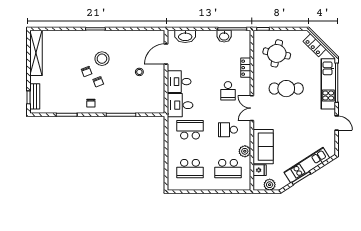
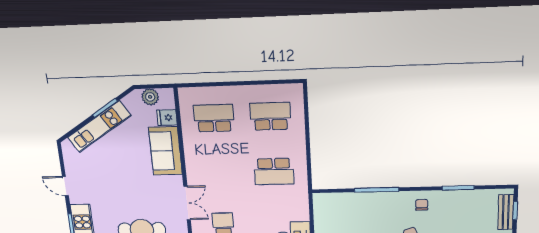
desk: (180, 105) -> (290, 205), removed
school desk: (228, 130) -> (219, 173), removed
plant: (245, 151) -> (192, 144), removed

